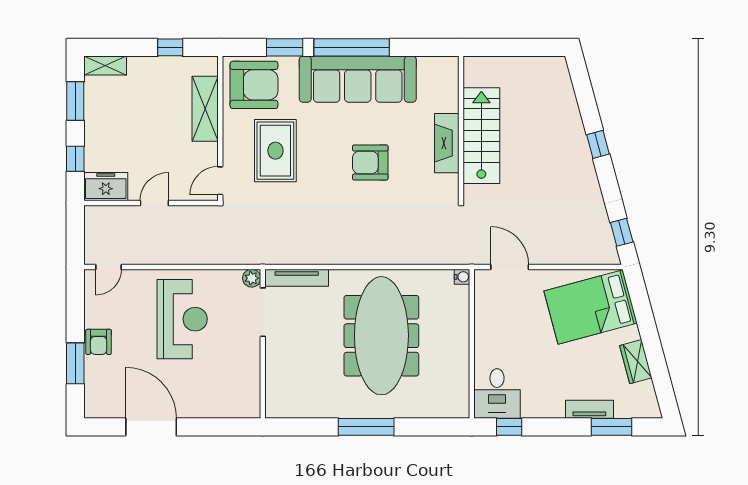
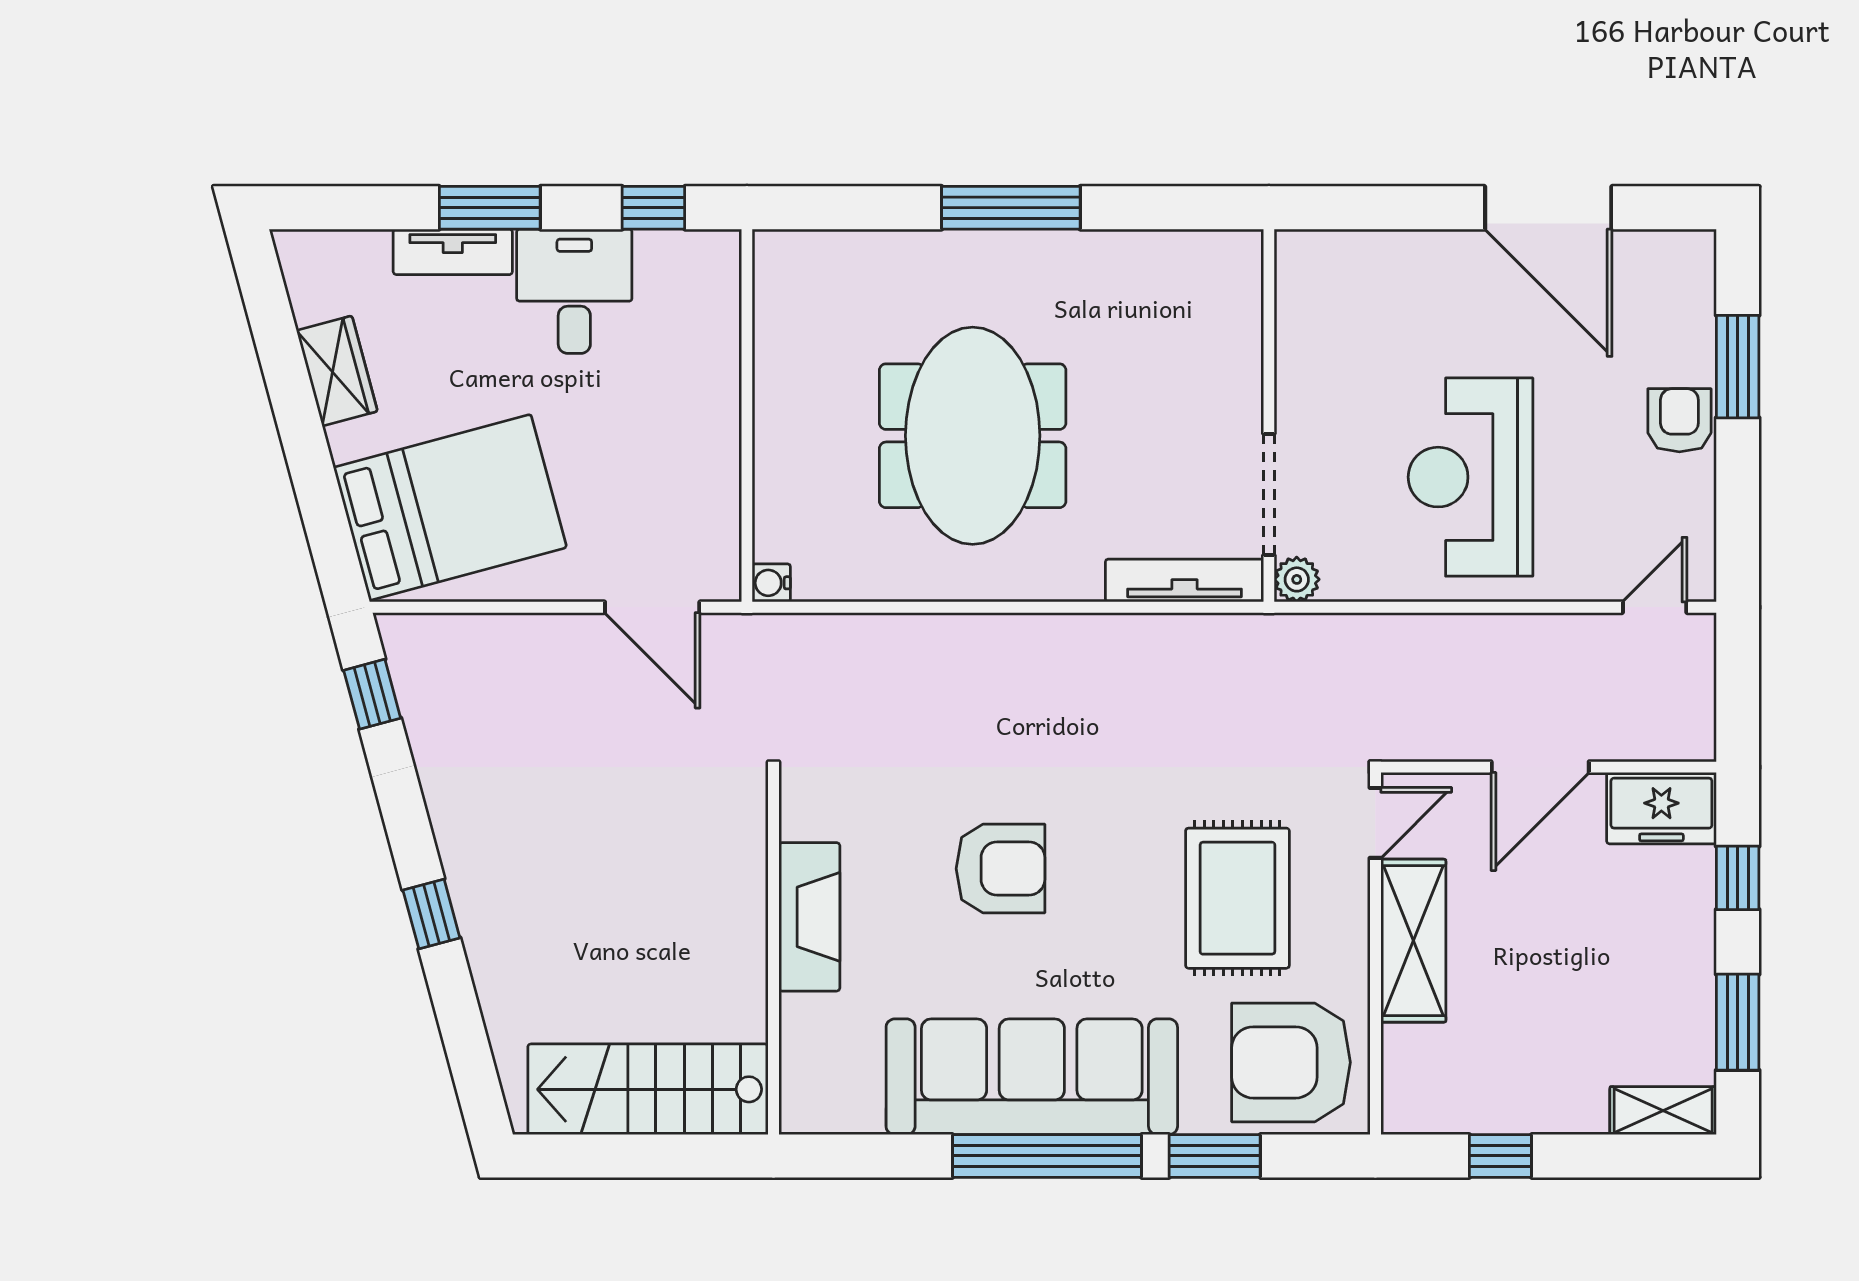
shelving: (205, 109) -> (1413, 941), moved
stairs: (481, 136) -> (648, 1089), moved, turned 90
door: (154, 203) -> (1540, 767), width x1.38
meeting table: (381, 336) -> (973, 436), width x0.73
desk: (497, 394) -> (574, 291), moved
window: (612, 427) -> (490, 208), moved

